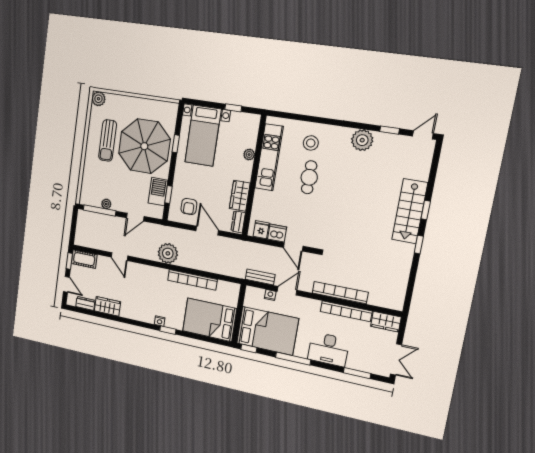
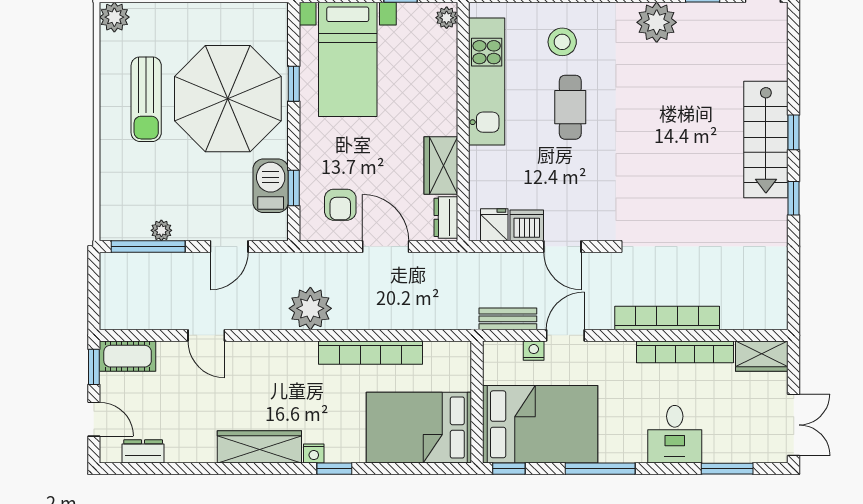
plant: (249, 155) -> (447, 18), moved
wardrobe: (107, 306) -> (259, 447), moved, width x1.50
desk: (328, 349) -> (675, 434), width x0.73

